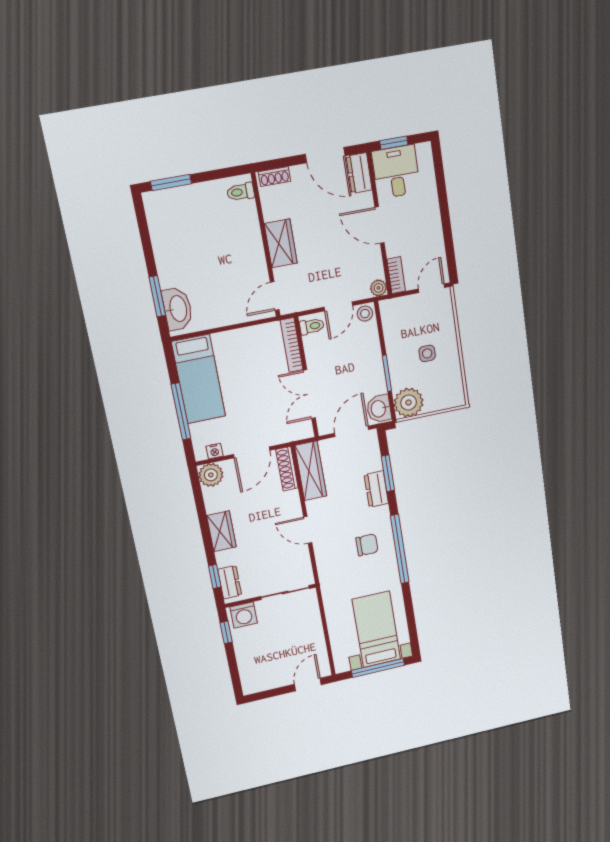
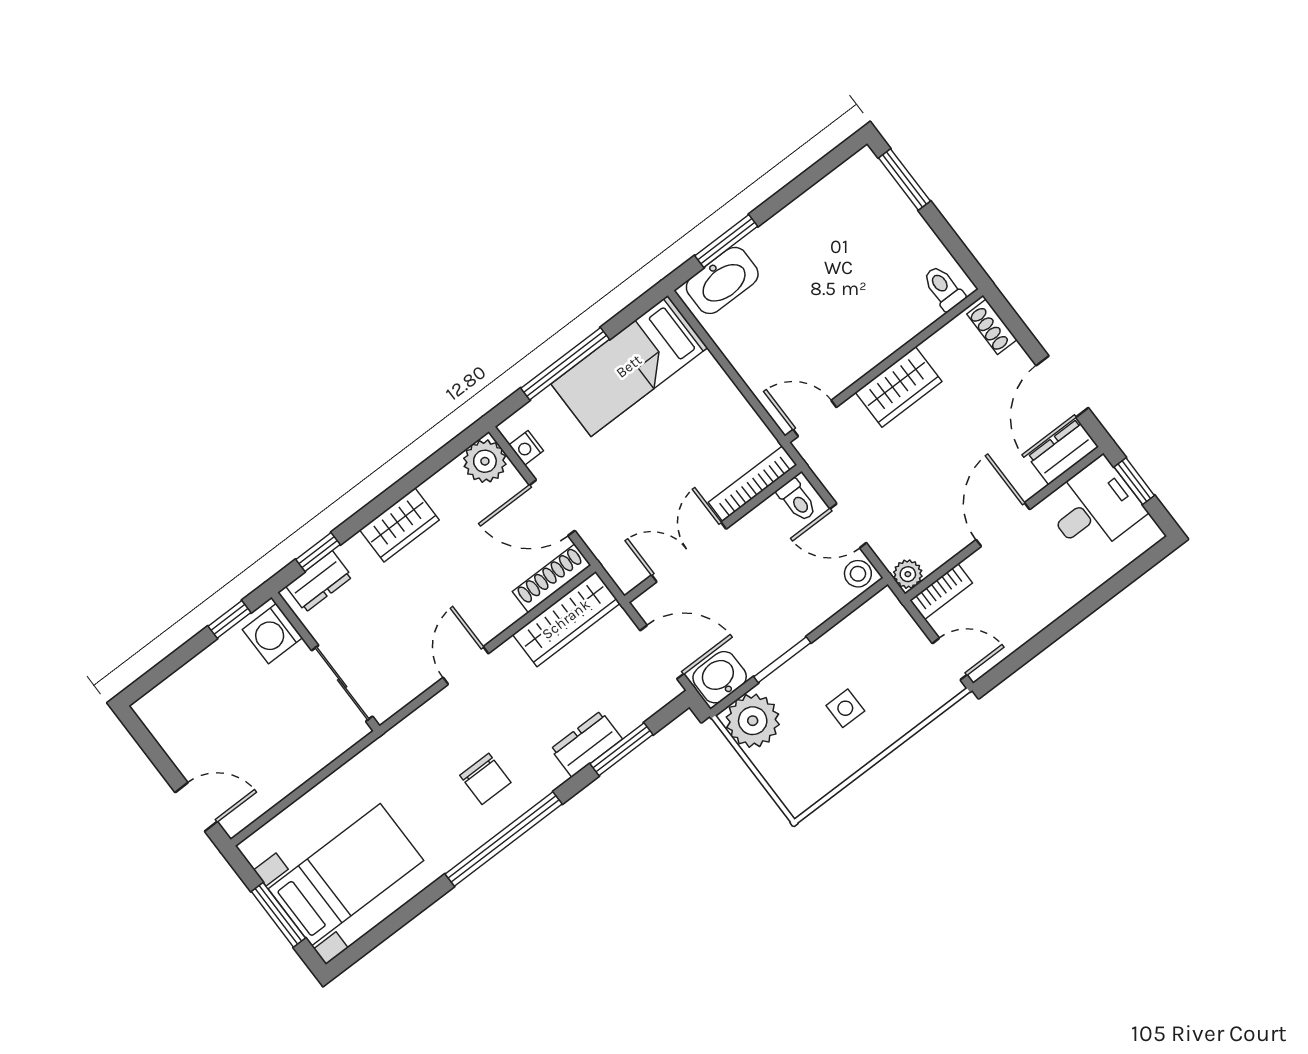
window: (378, 668) -> (278, 915), width x0.69

